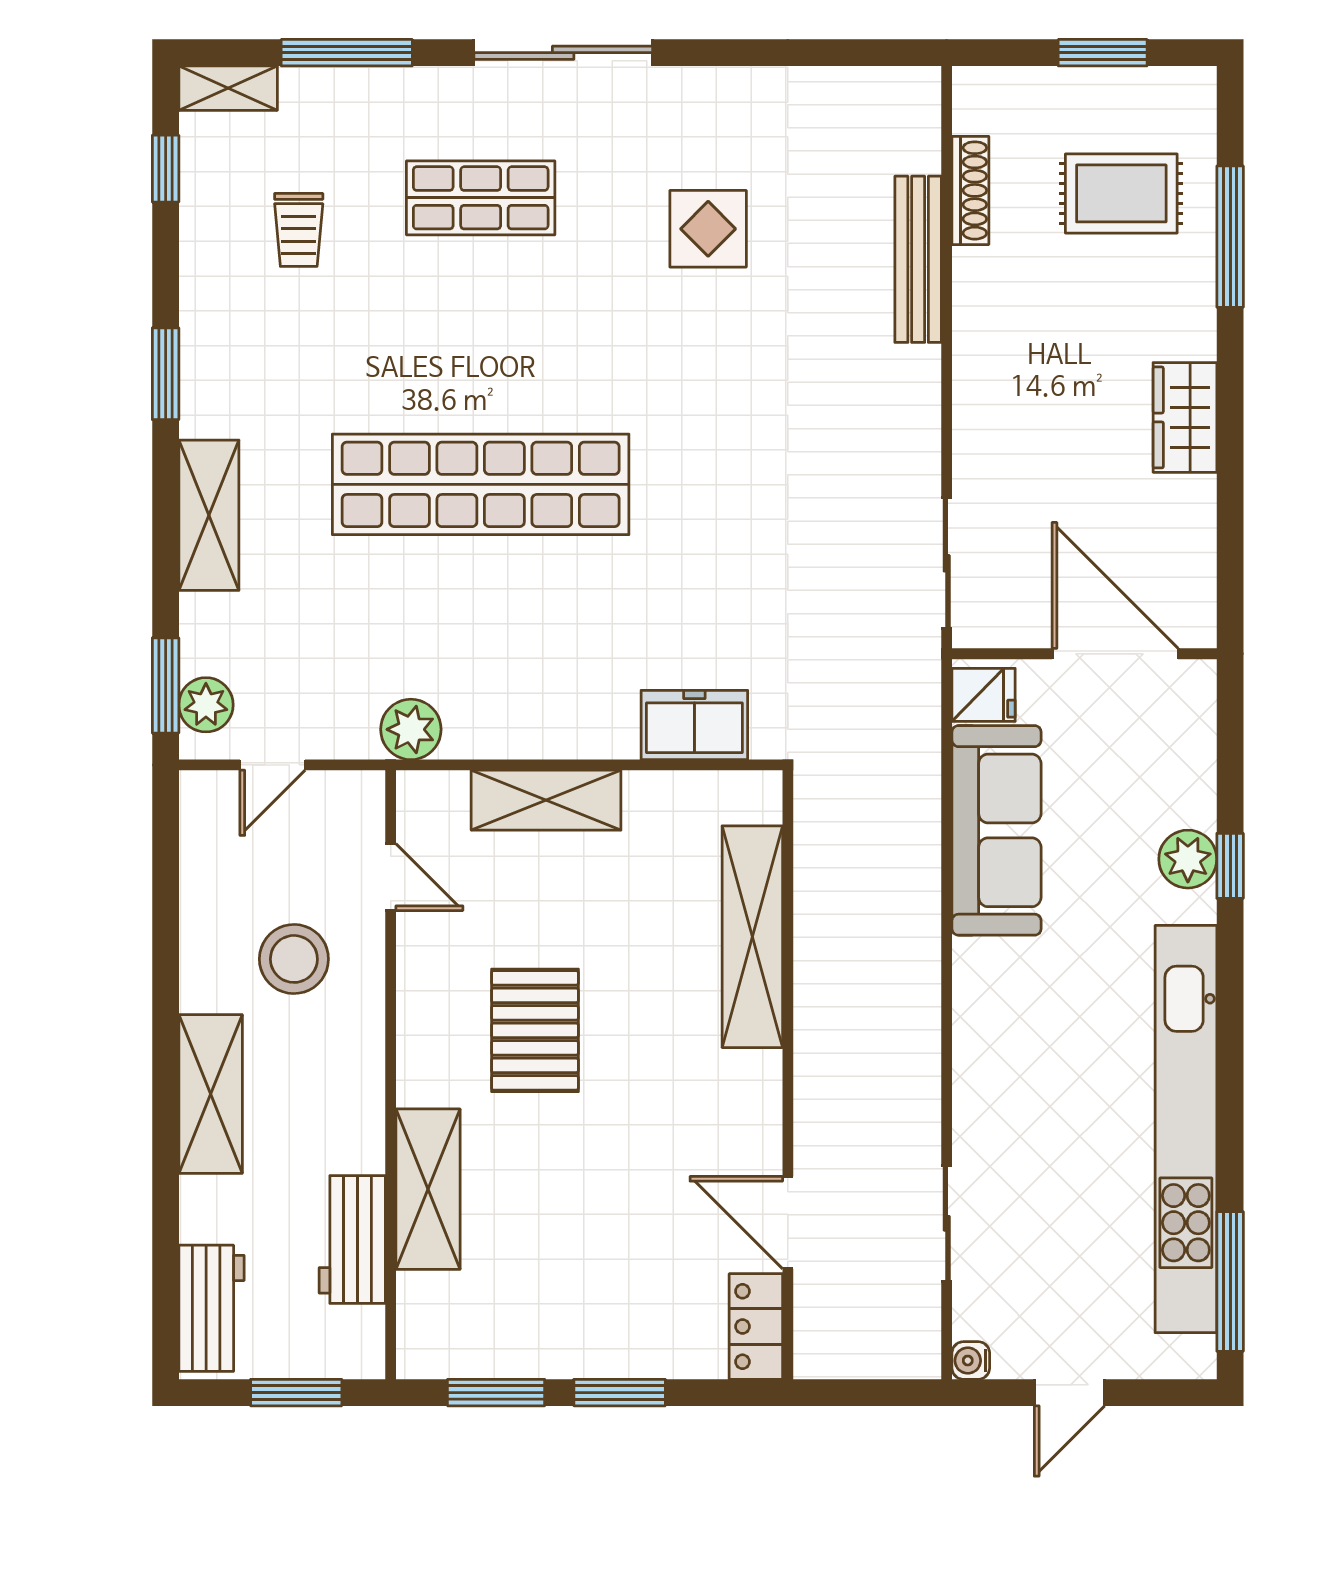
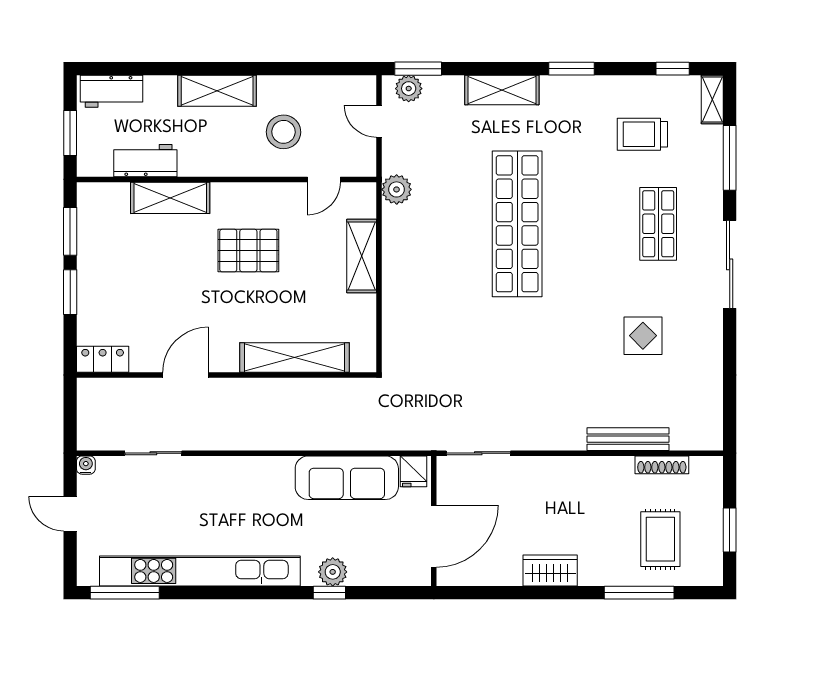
trolley: (299, 230) -> (642, 134), width x1.36, depth x1.39
freezer: (694, 725) -> (399, 329), removed
door: (788, 1223) -> (186, 375), moved

